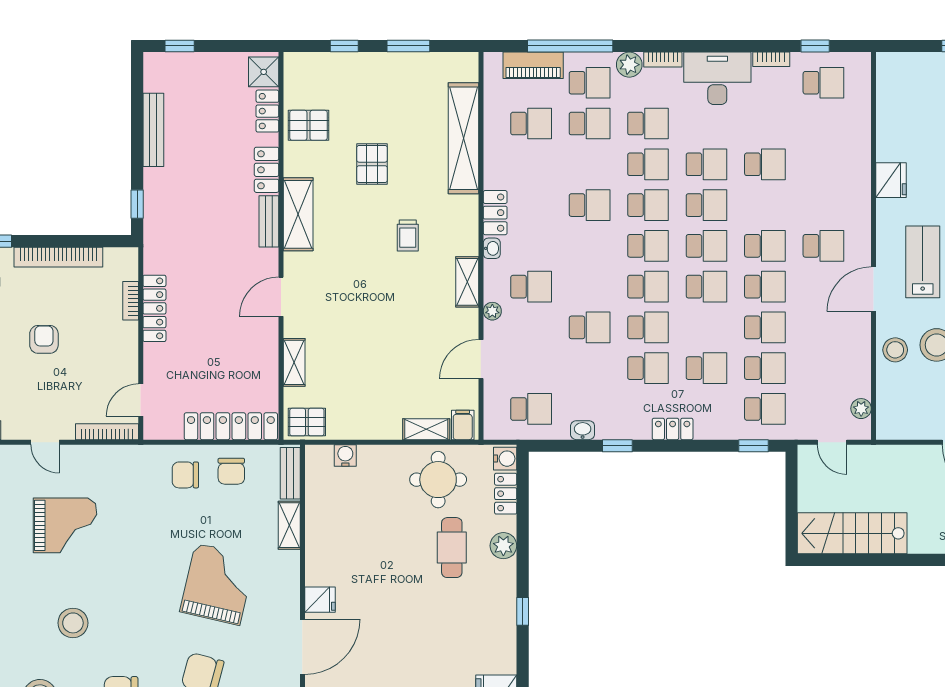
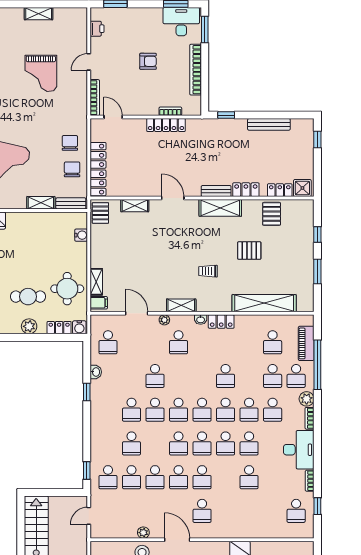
plant: (861, 409) -> (143, 533), moved
locker: (673, 429) -> (96, 424), removed
chair: (231, 471) -> (72, 169), turned 90

